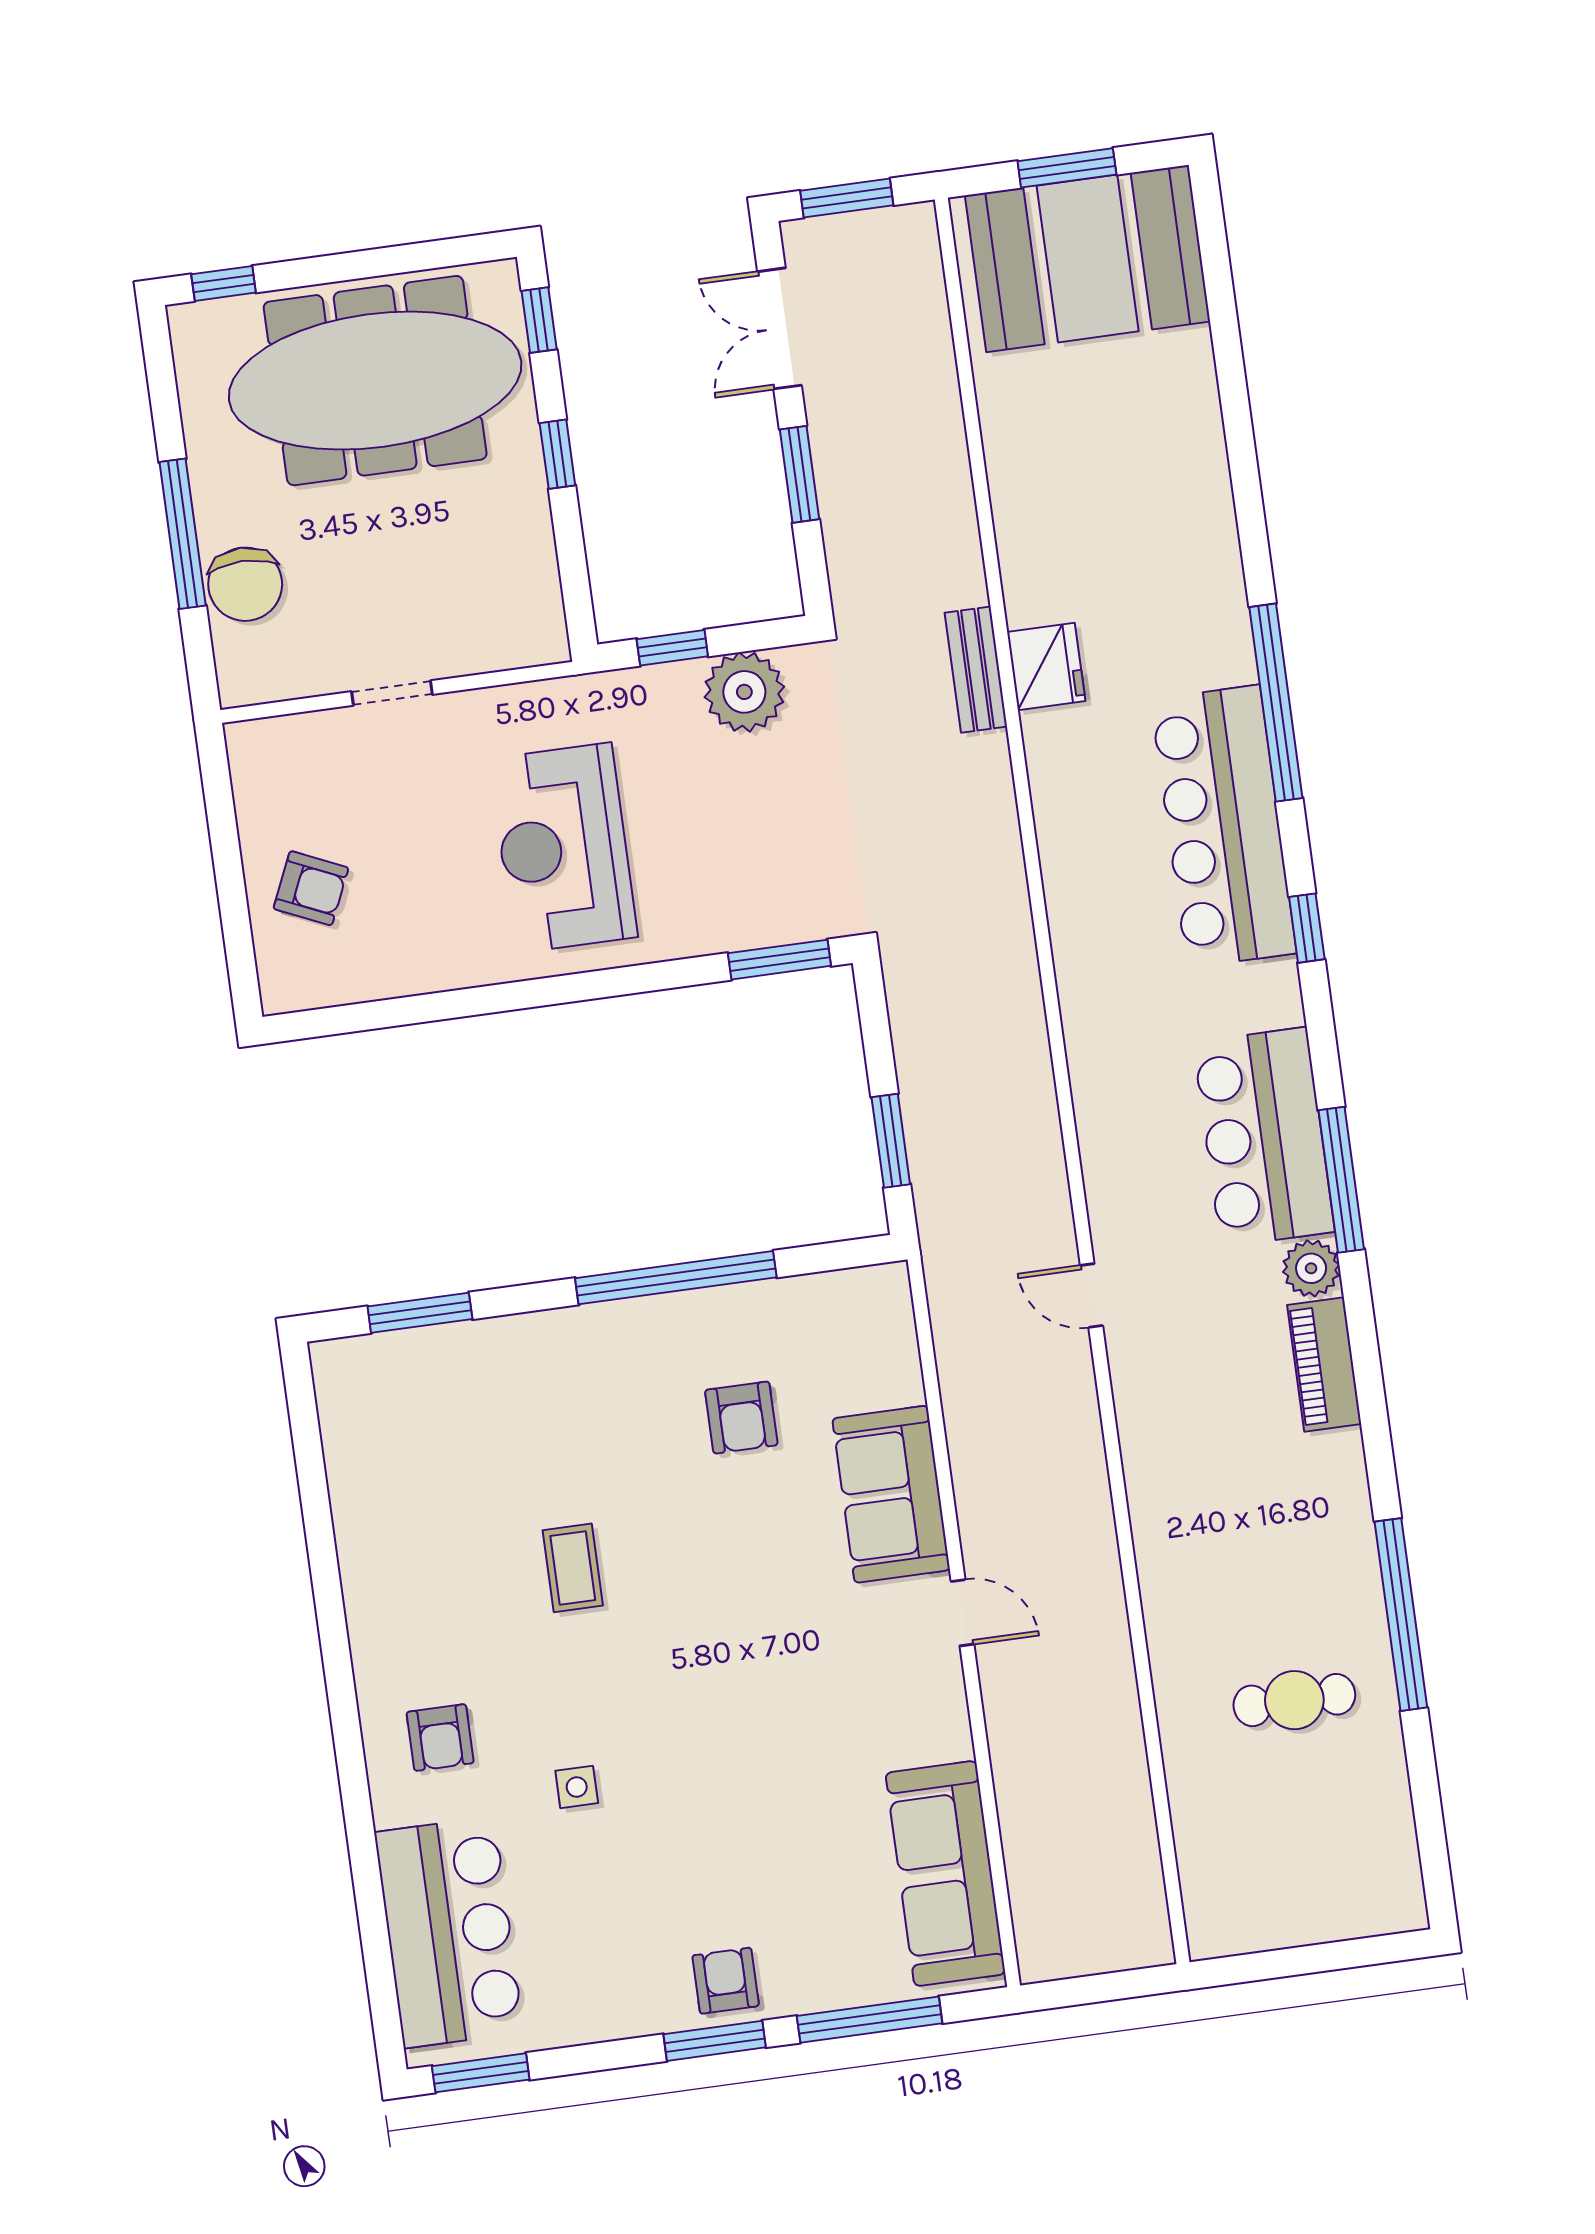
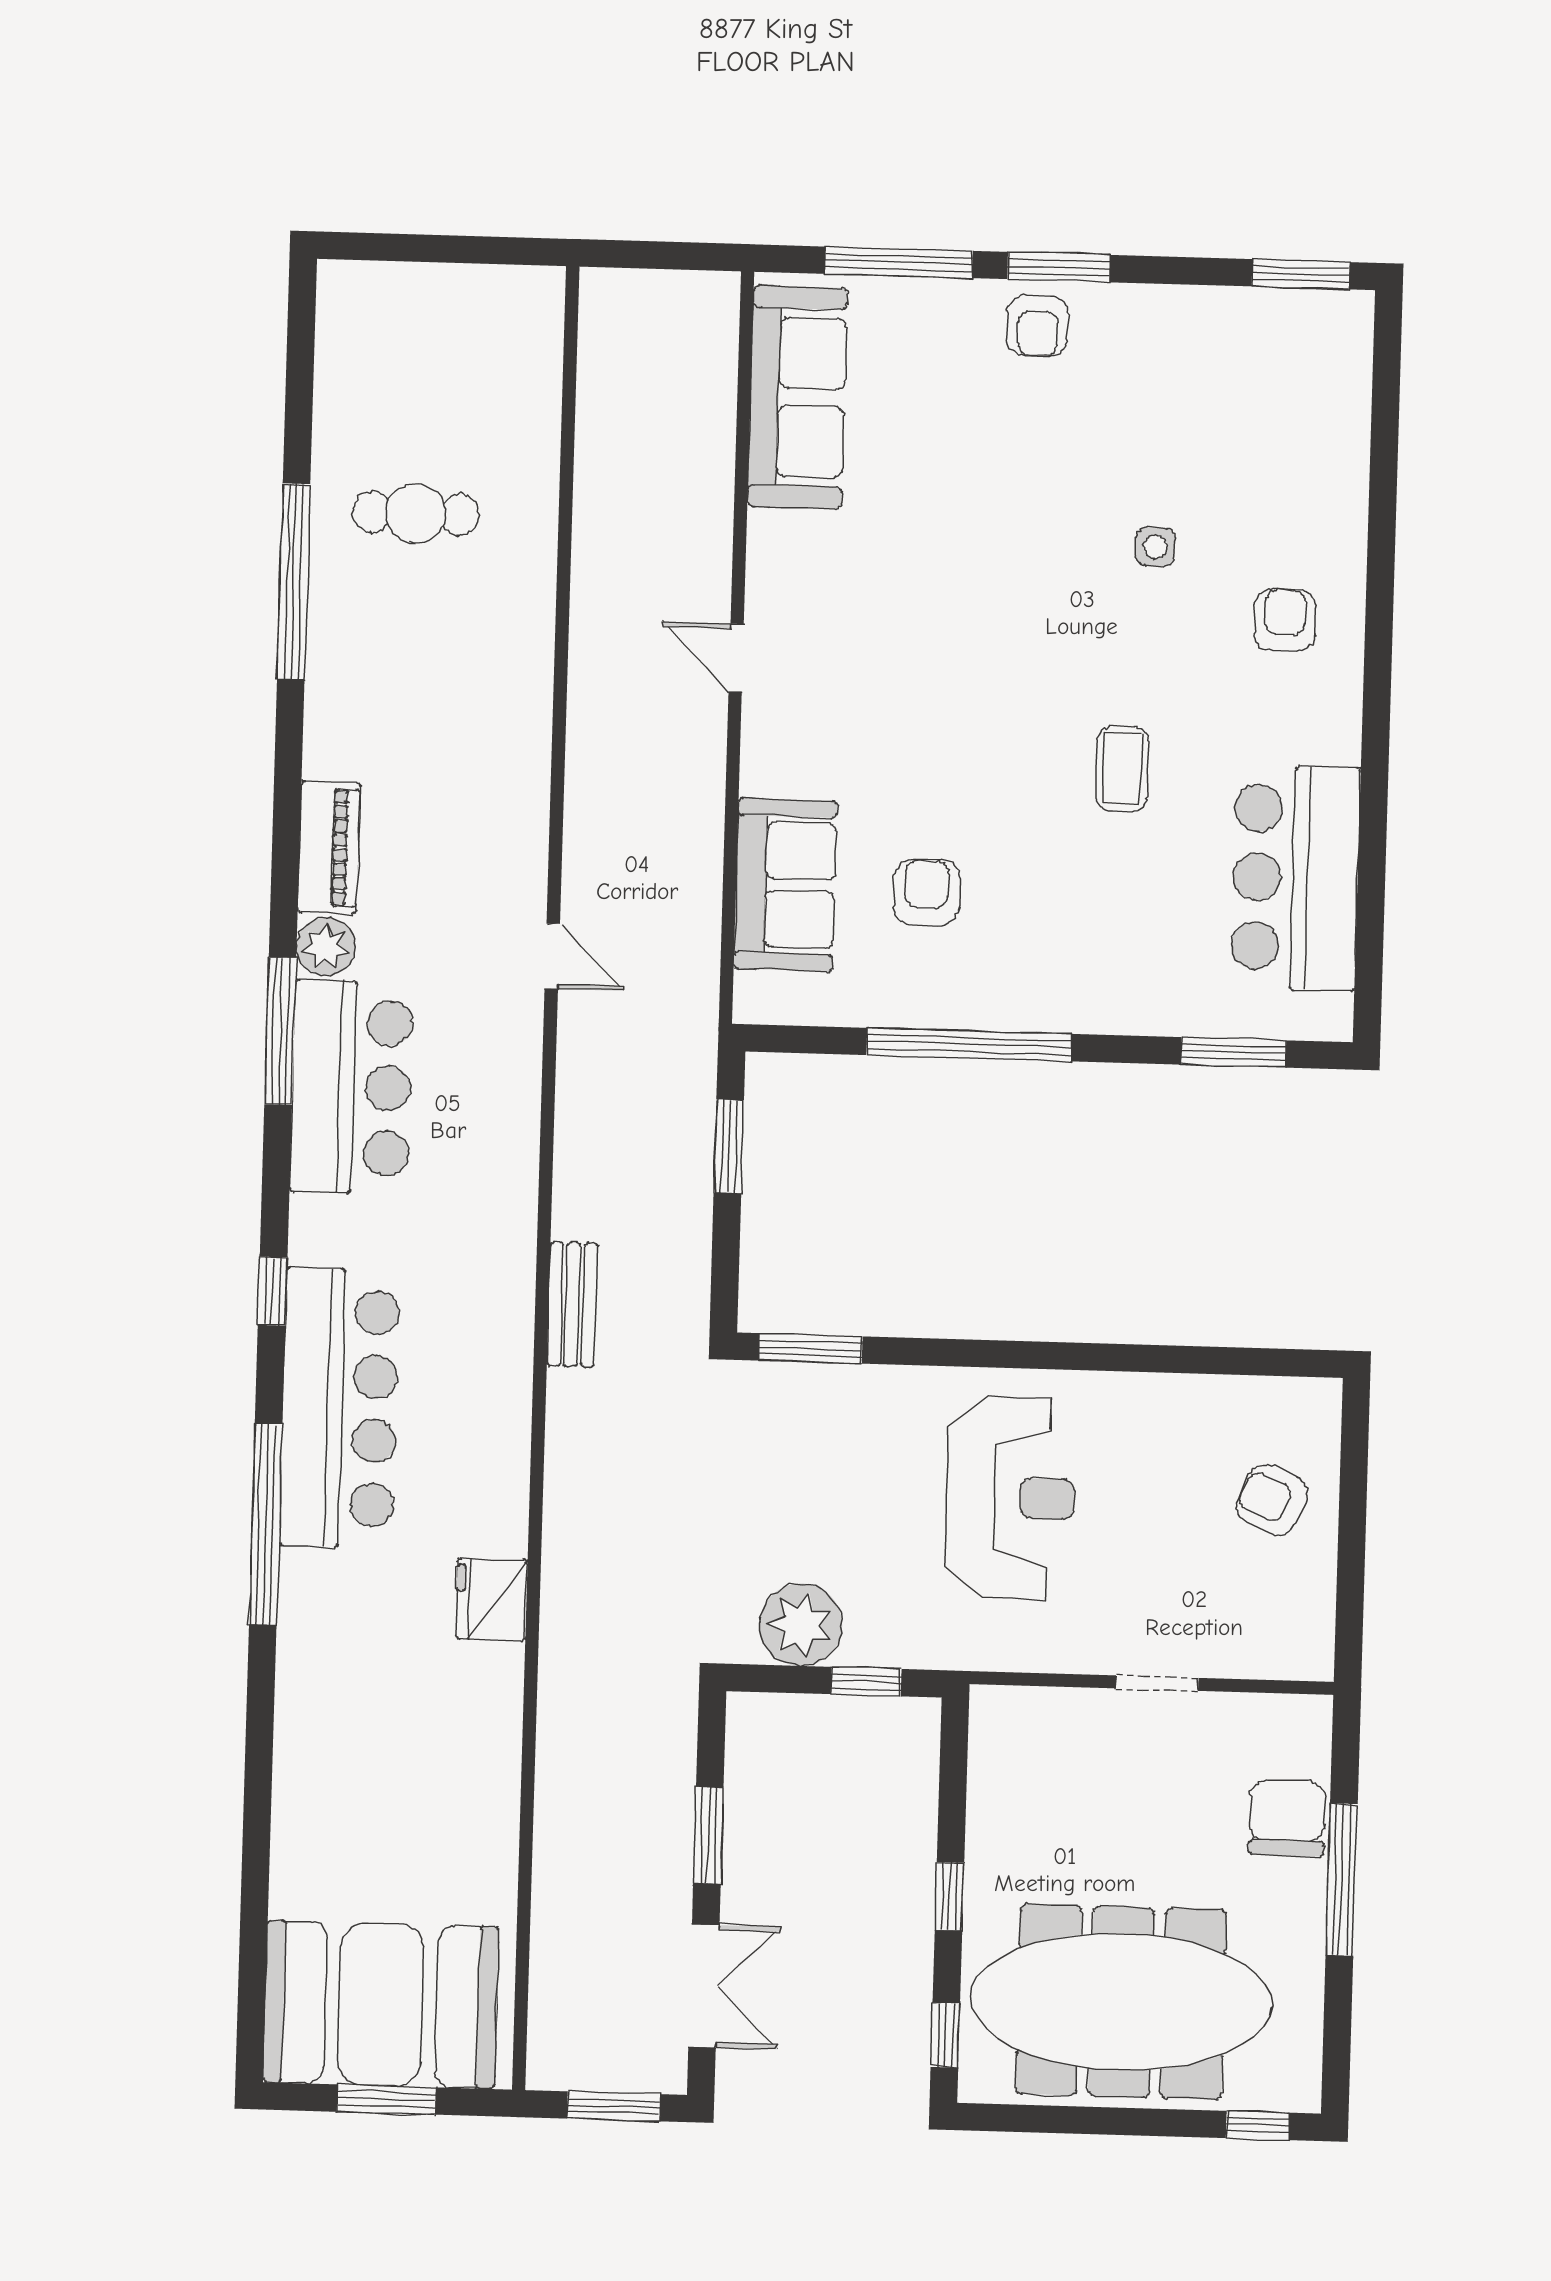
bench: (976, 670) -> (572, 1305), moved
sofa: (891, 1494) -> (785, 885), moved
bar counter: (449, 1932) -> (1295, 878), moved

